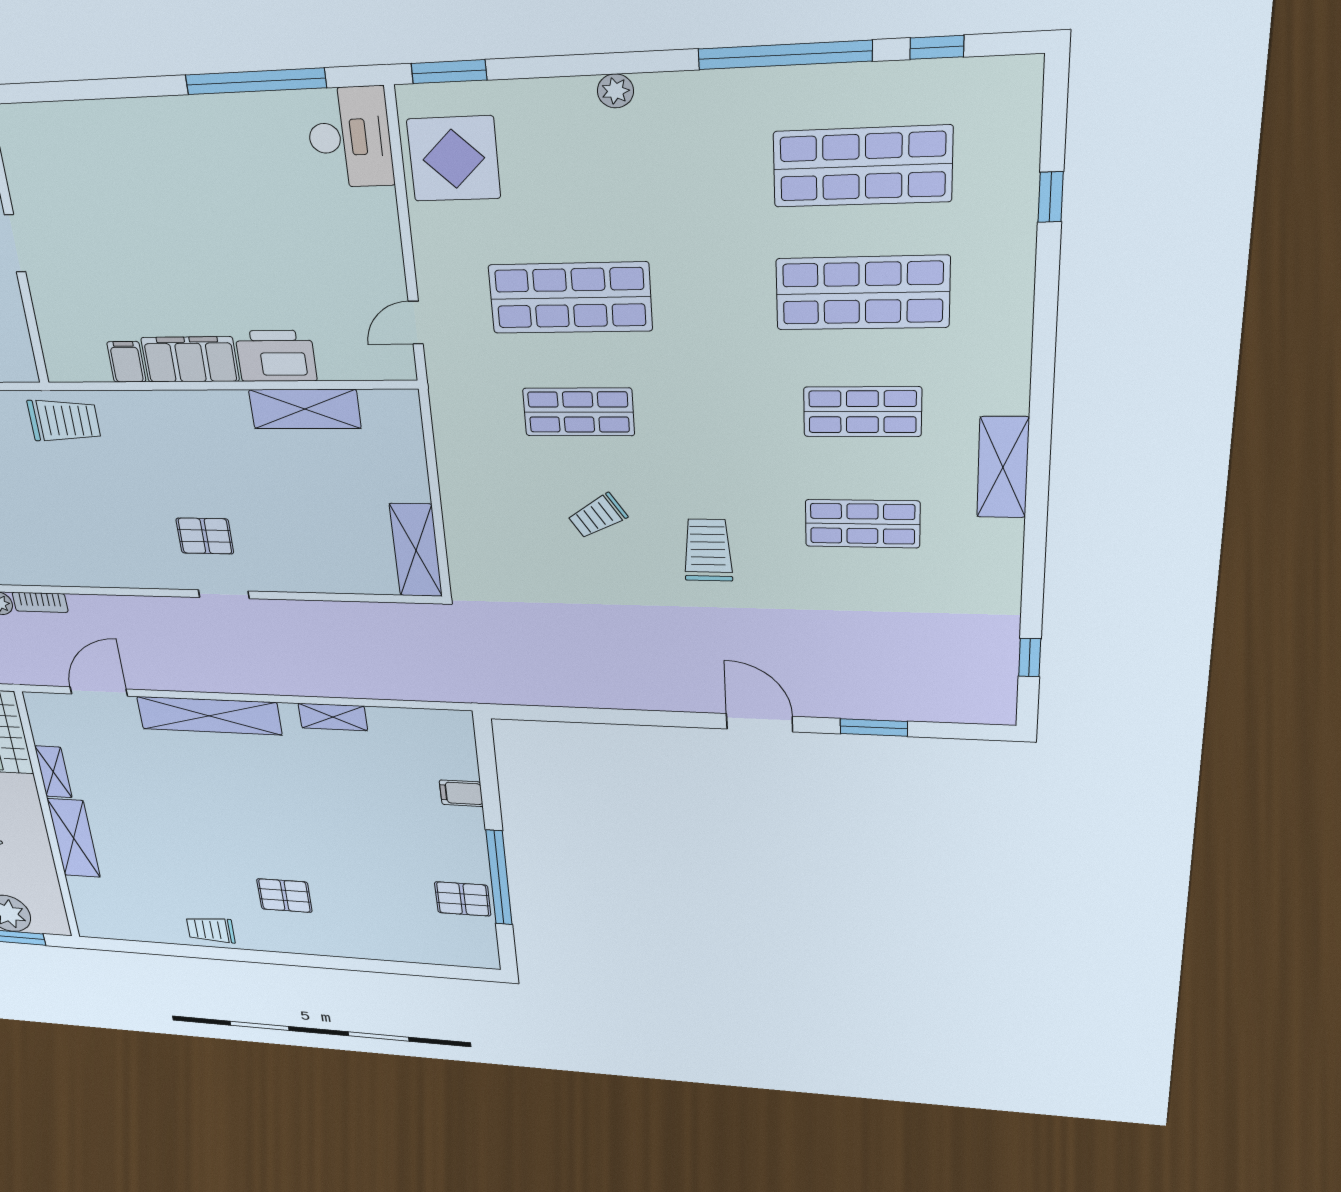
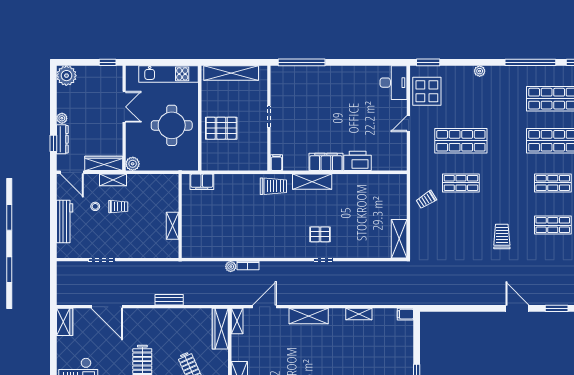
window: (256, 81) -> (302, 62), moved
door: (416, 323) -> (408, 124), moved
filing cabinet: (126, 362) -> (276, 163), moved
shelving: (305, 409) -> (312, 182), moved
trolley: (597, 516) -> (426, 200), moved
shelving: (209, 716) -> (309, 316), width x0.68
shelving: (53, 772) -> (237, 321), moved
filing cabinet: (461, 793) -> (405, 314), moved

